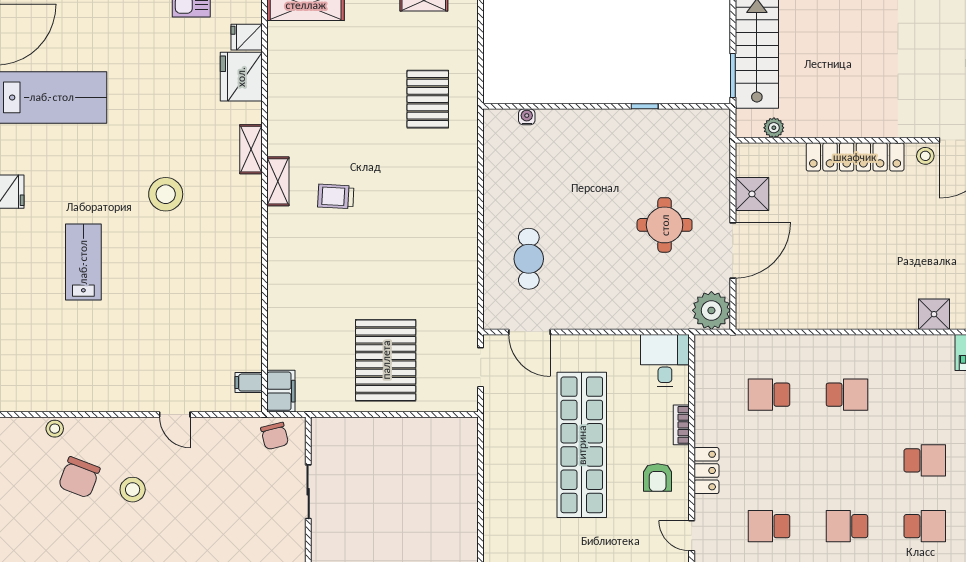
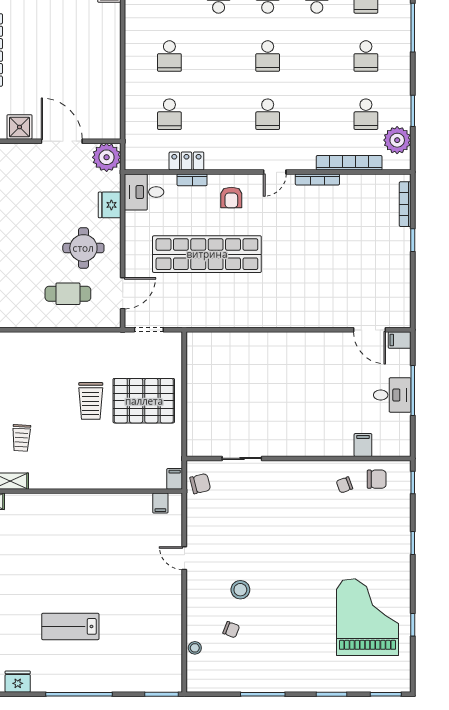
stool: (166, 194) -> (20, 565), removed
round table: (665, 225) -> (83, 248), moved
trolley: (385, 289) -> (91, 401), added
fridge: (648, 315) -> (110, 205), added
filing cabinet: (281, 391) -> (175, 479), width x0.50
school desk: (847, 395) -> (169, 56), turned 180
door: (175, 415) -> (184, 558), swing flipped
locker: (706, 471) -> (186, 161), moved
chair: (79, 477) -> (231, 630), width x0.54, depth x0.54
armchair: (658, 477) -> (231, 197), turned 90

